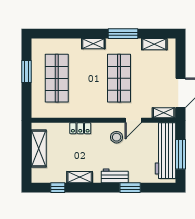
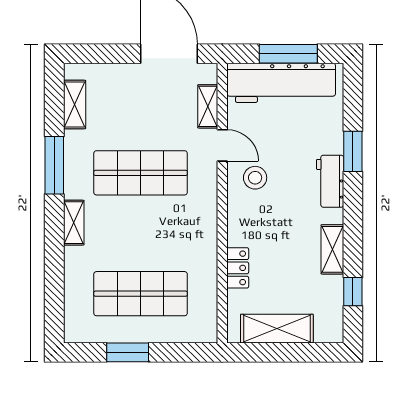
shelving: (164, 113) -> (208, 106), moved
locker: (80, 128) -> (238, 268), moved

